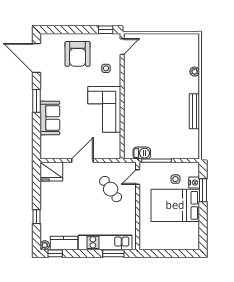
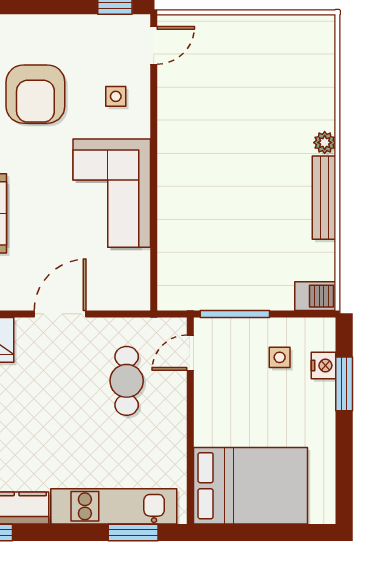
armchair: (78, 54) -> (35, 94), moved
plant: (195, 72) -> (325, 143), moved
barbecue: (142, 153) -> (315, 296), moved
cafe table: (111, 189) -> (127, 381), turned 37
bed: (175, 205) -> (250, 486), moved, turned 180

